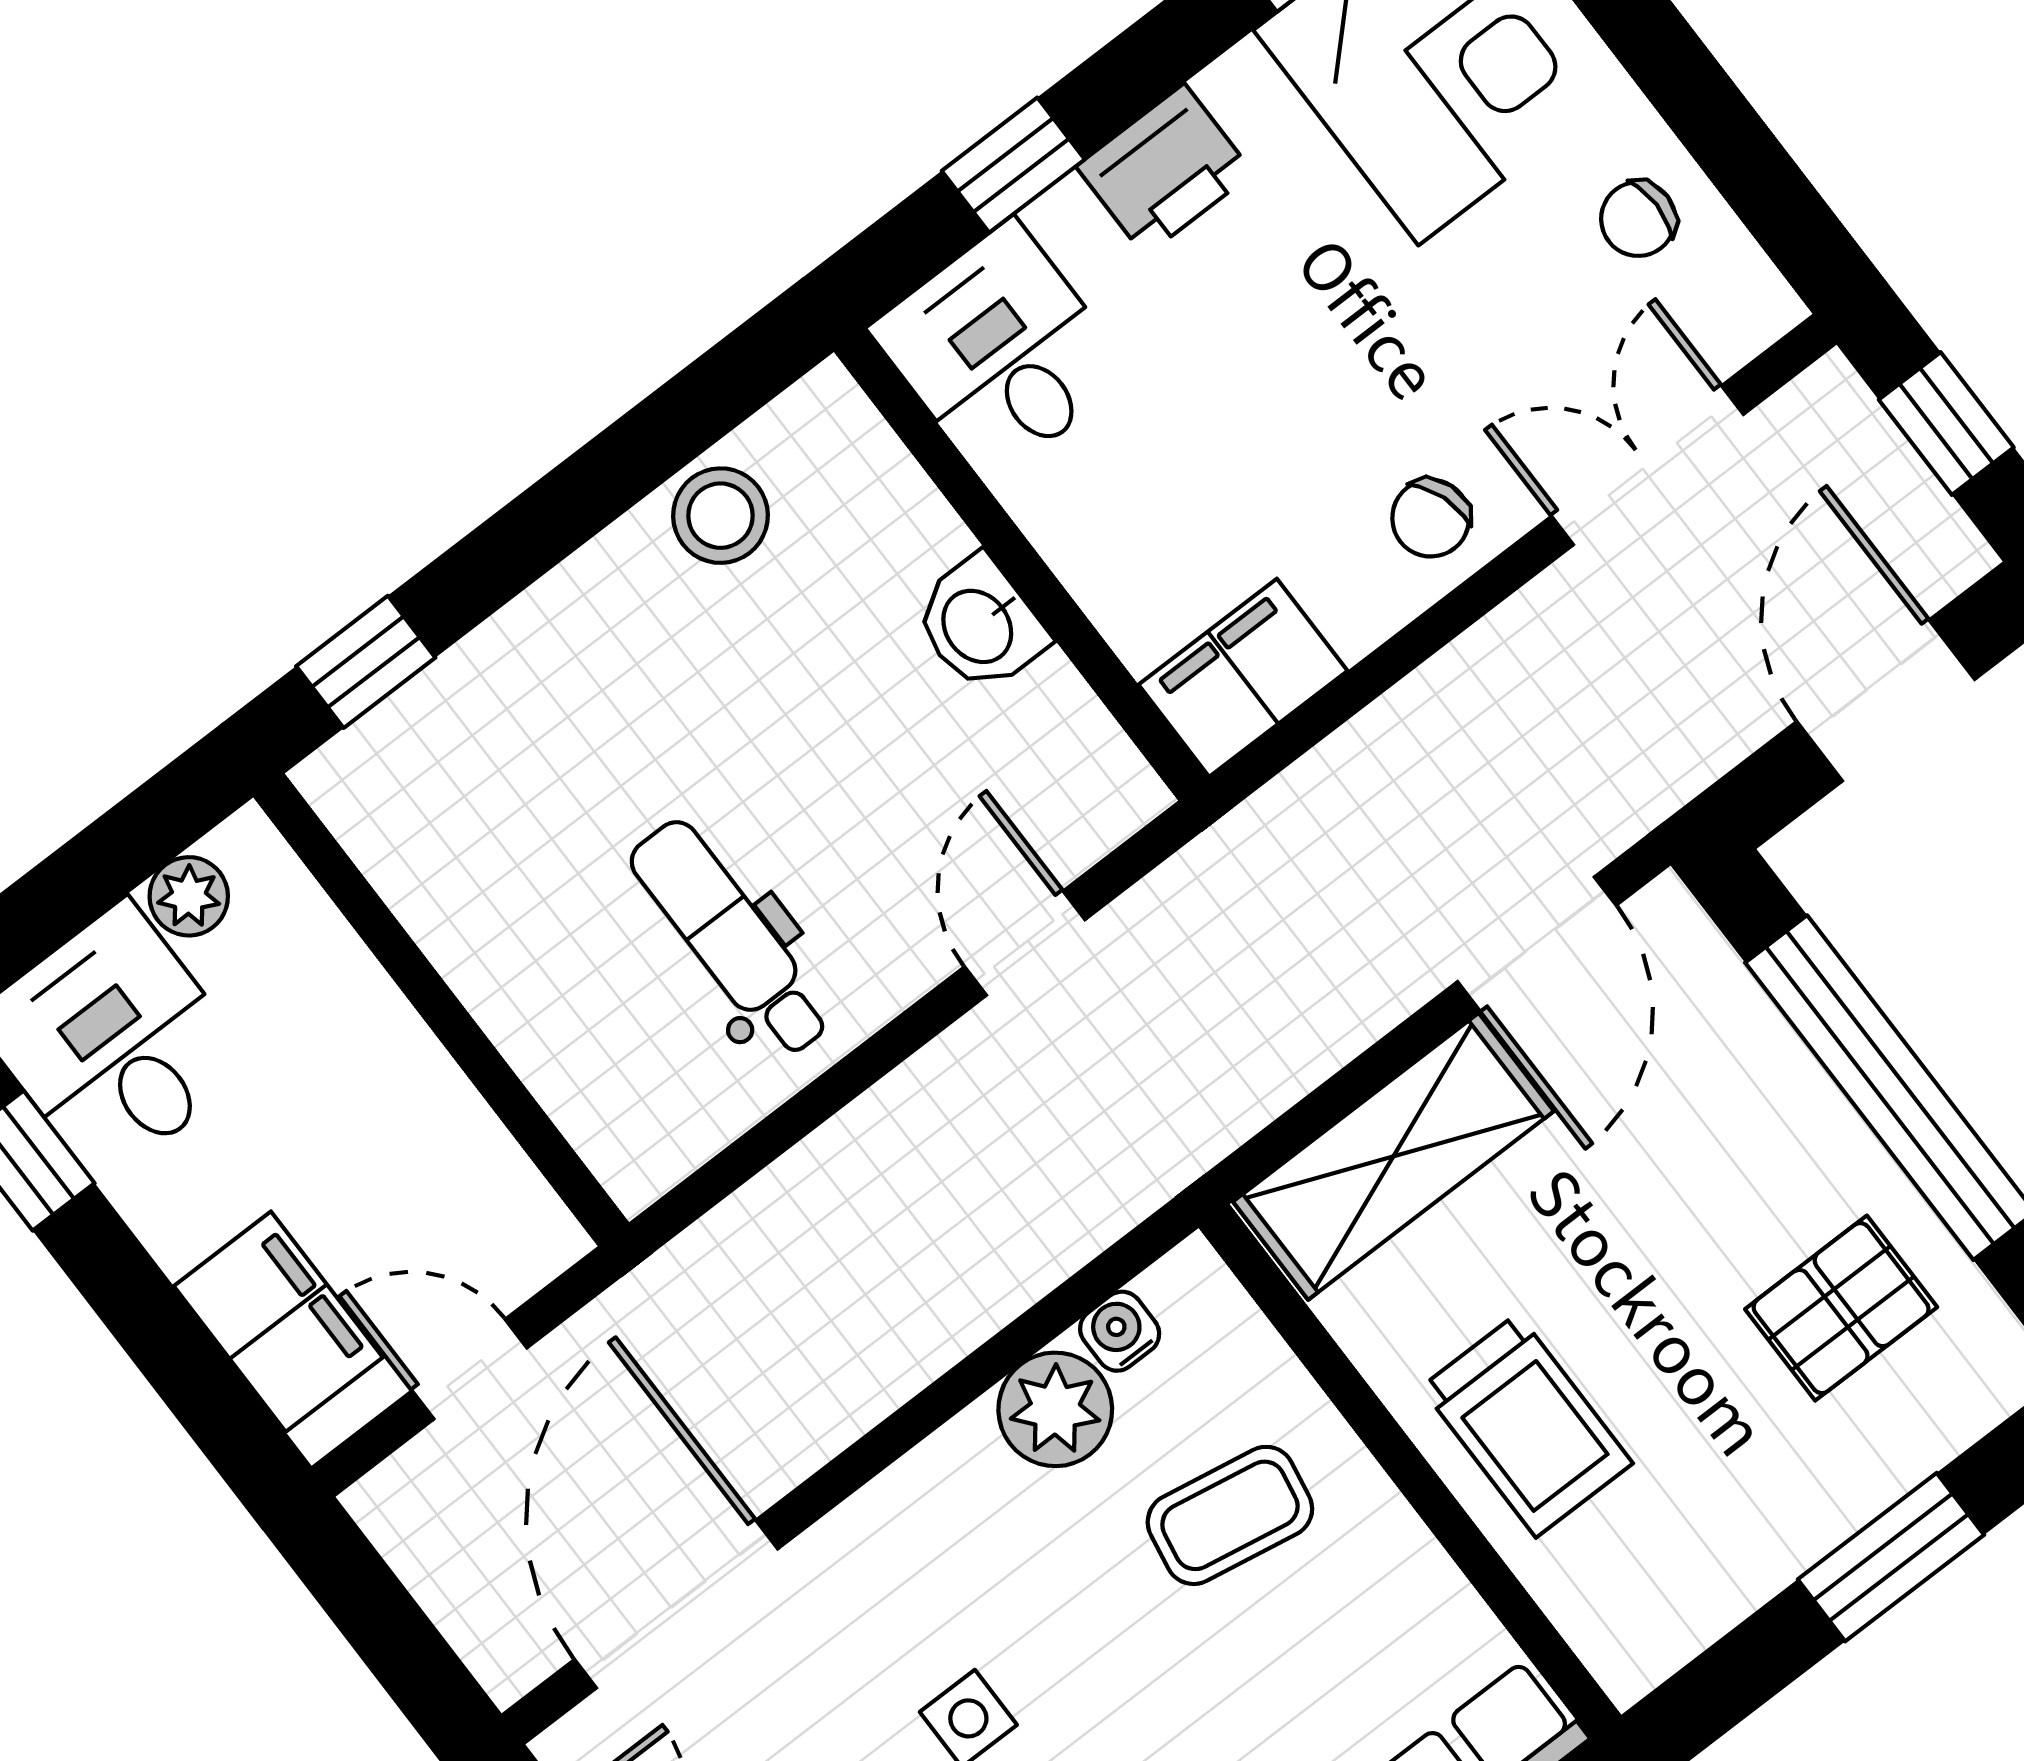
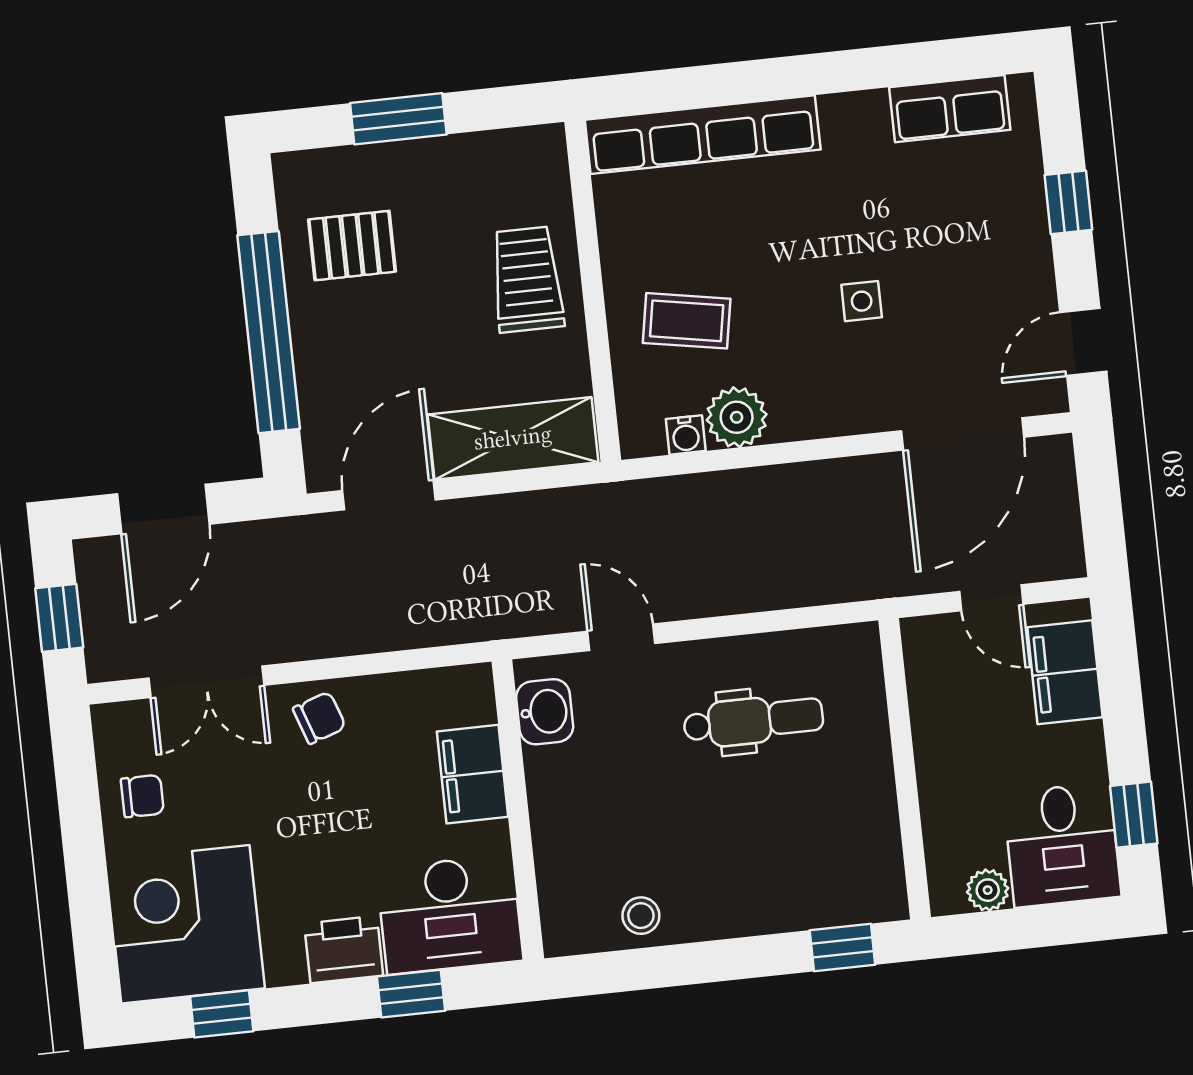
desk: (1001, 351) -> (450, 914), width x1.37
stool: (721, 516) -> (641, 916), width x0.73, depth x0.73
washbasin: (980, 625) -> (545, 712), moved
filing cabinet: (1243, 678) -> (472, 774), moved, turned 90
dental chair: (731, 939) -> (753, 721), turned -90
door: (1025, 943) -> (621, 637), swing flipped

